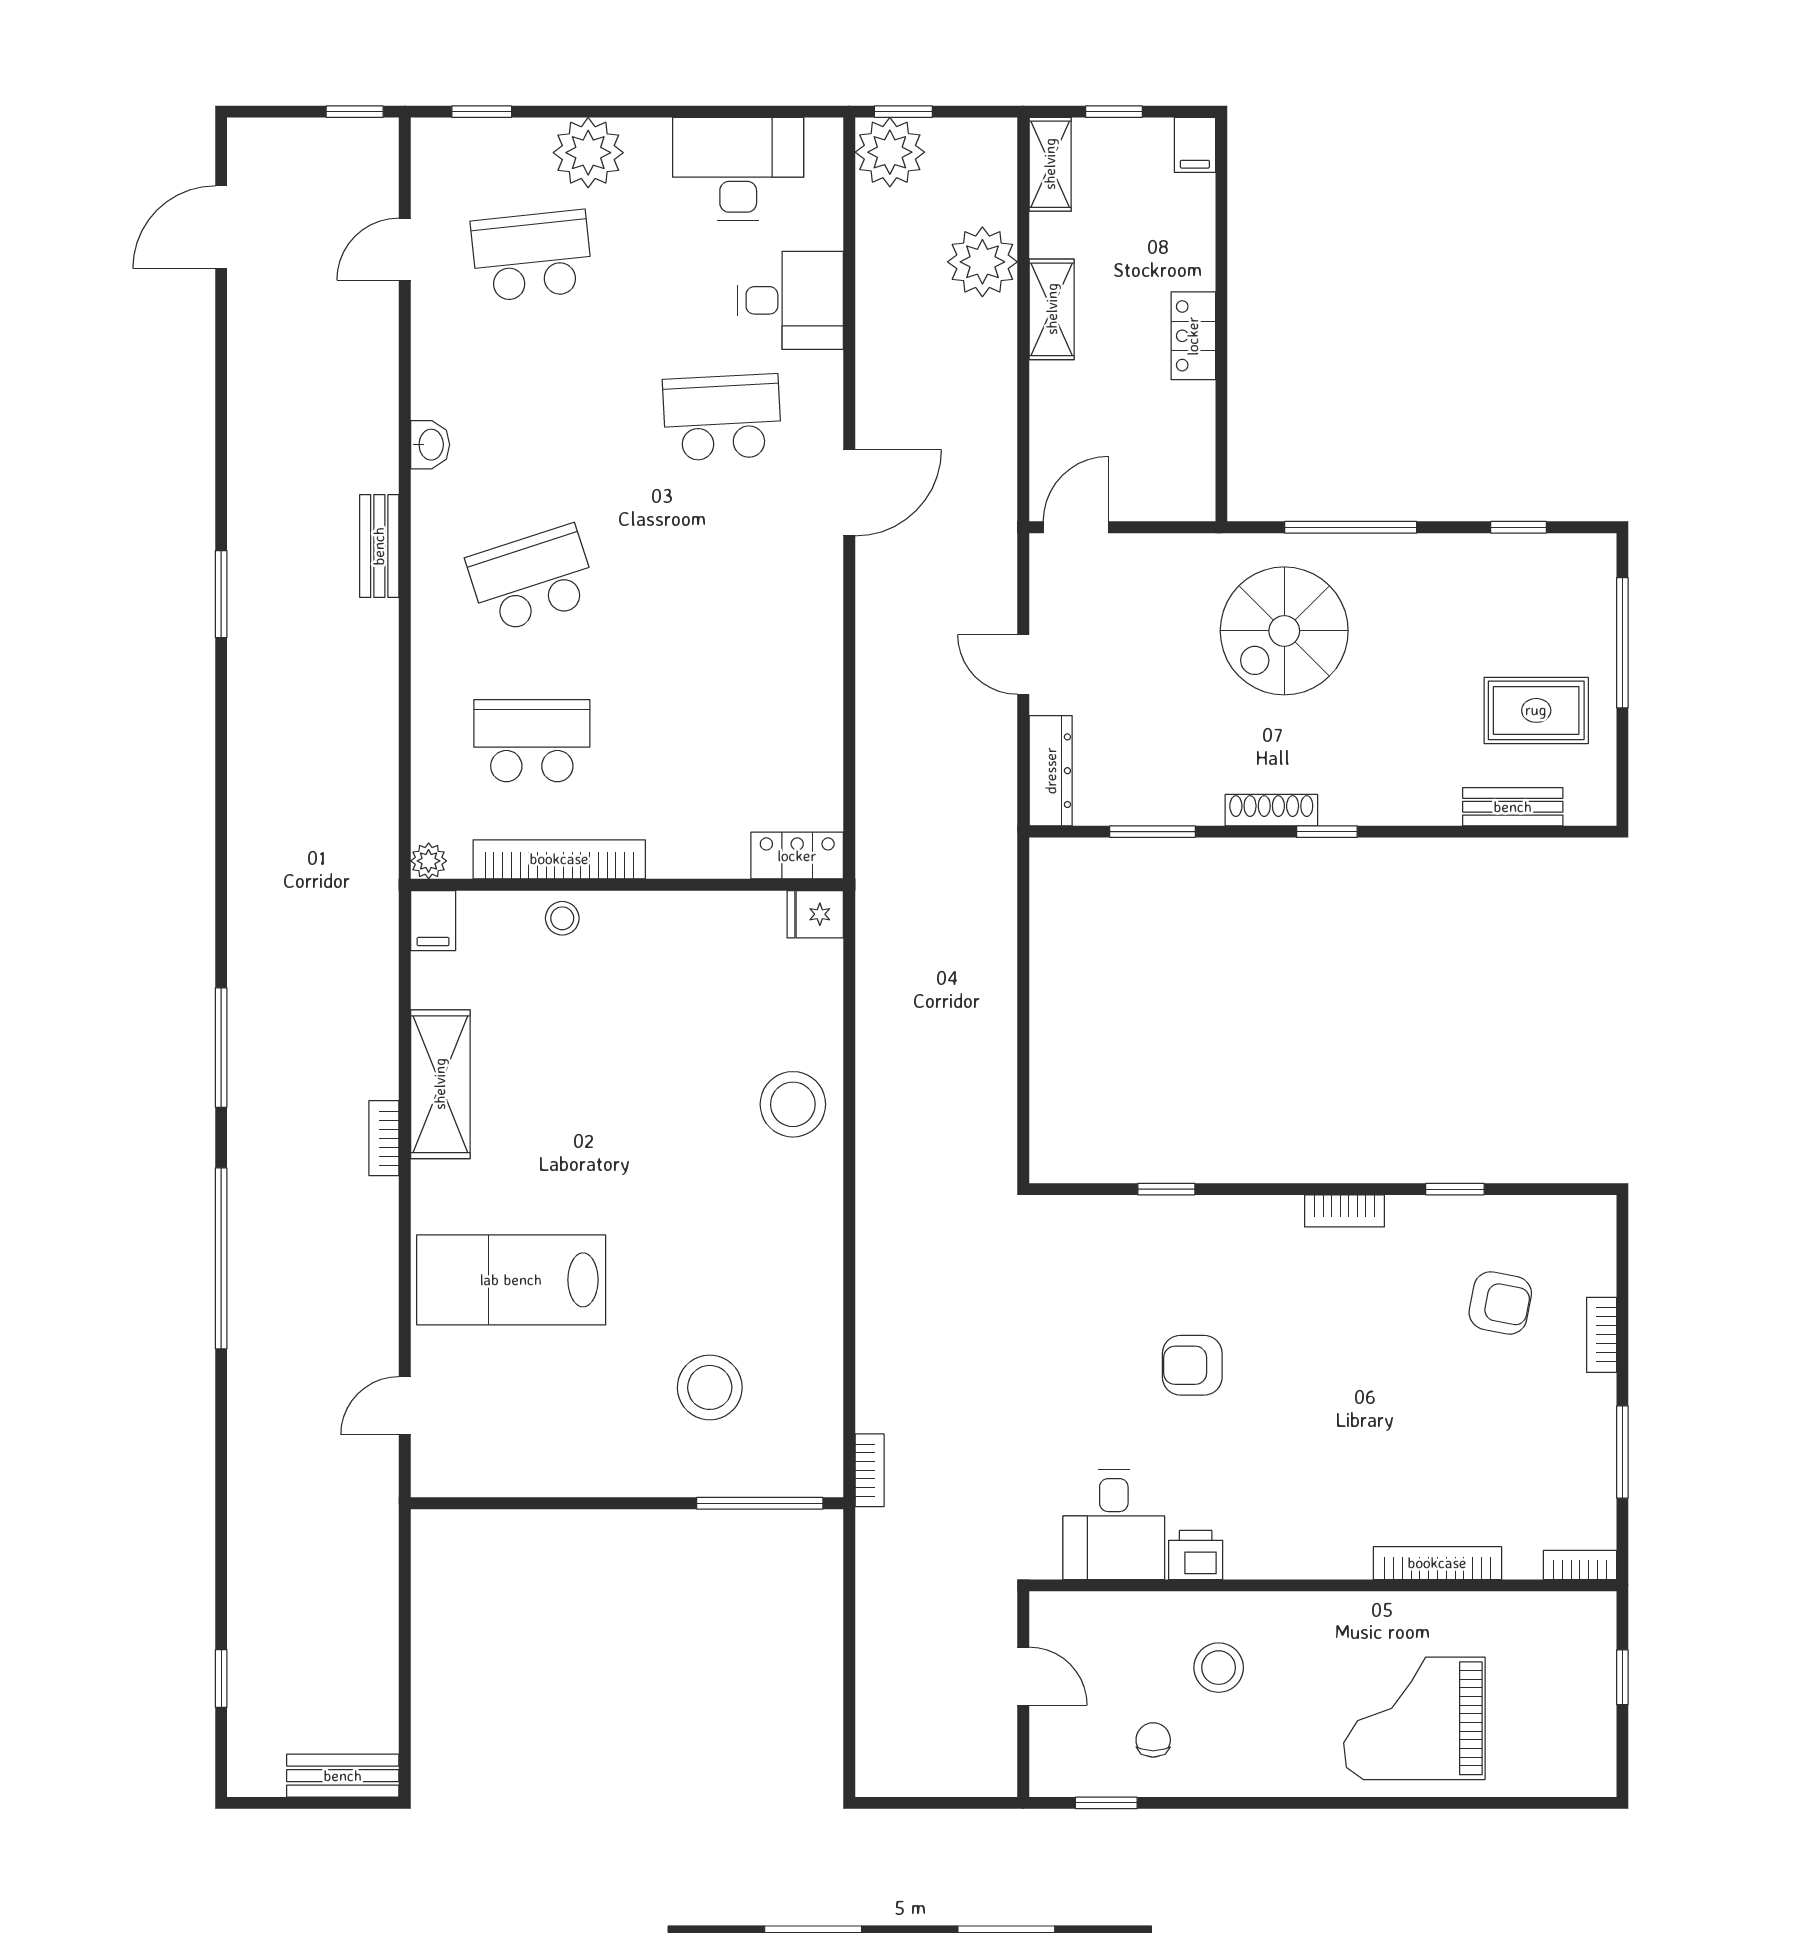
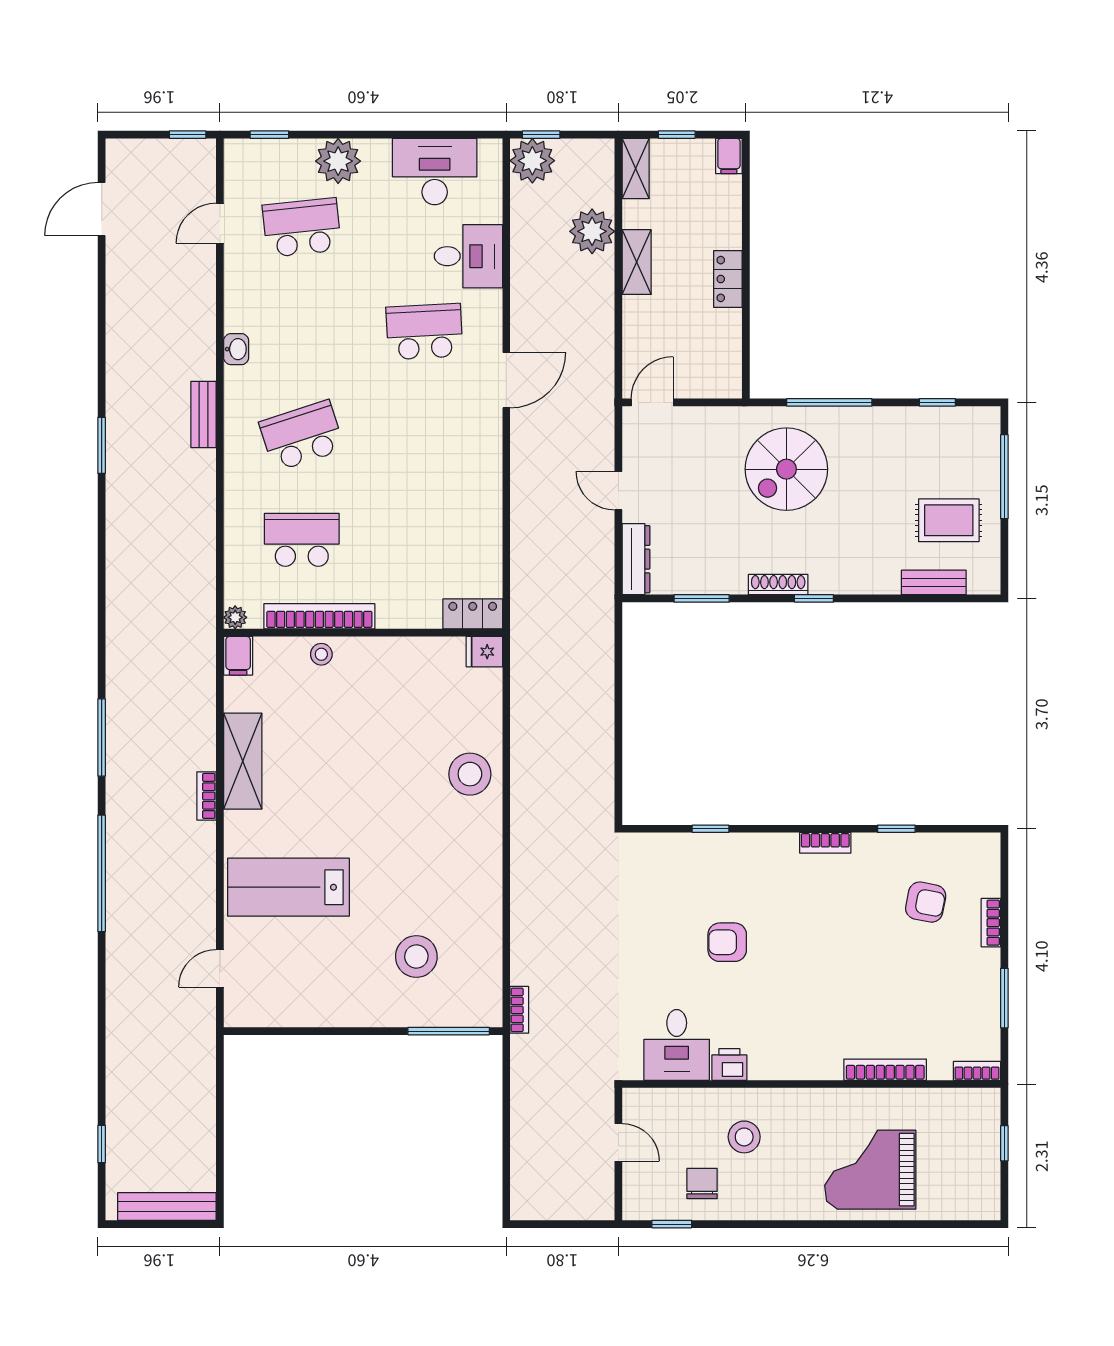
chair: (1153, 1740) -> (702, 1184), width x1.37, depth x1.37
bench: (343, 1776) -> (167, 1207), width x1.36

